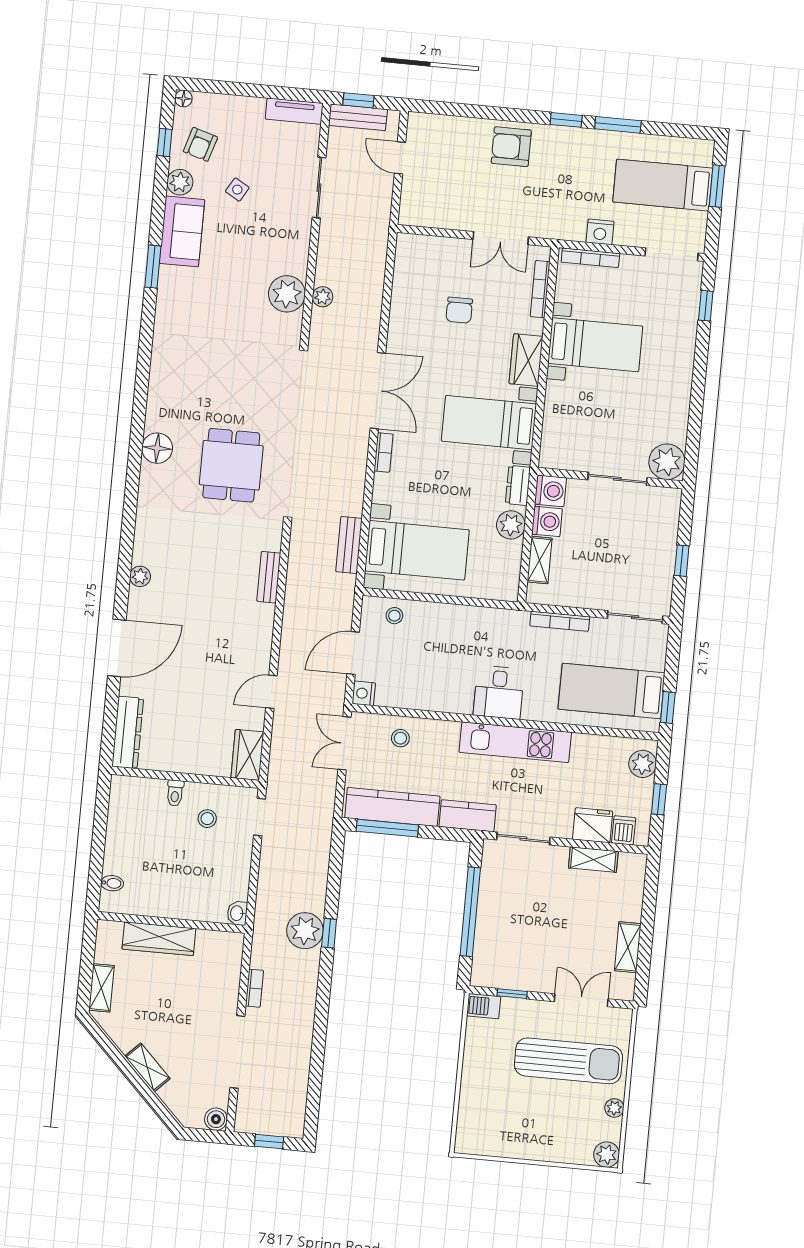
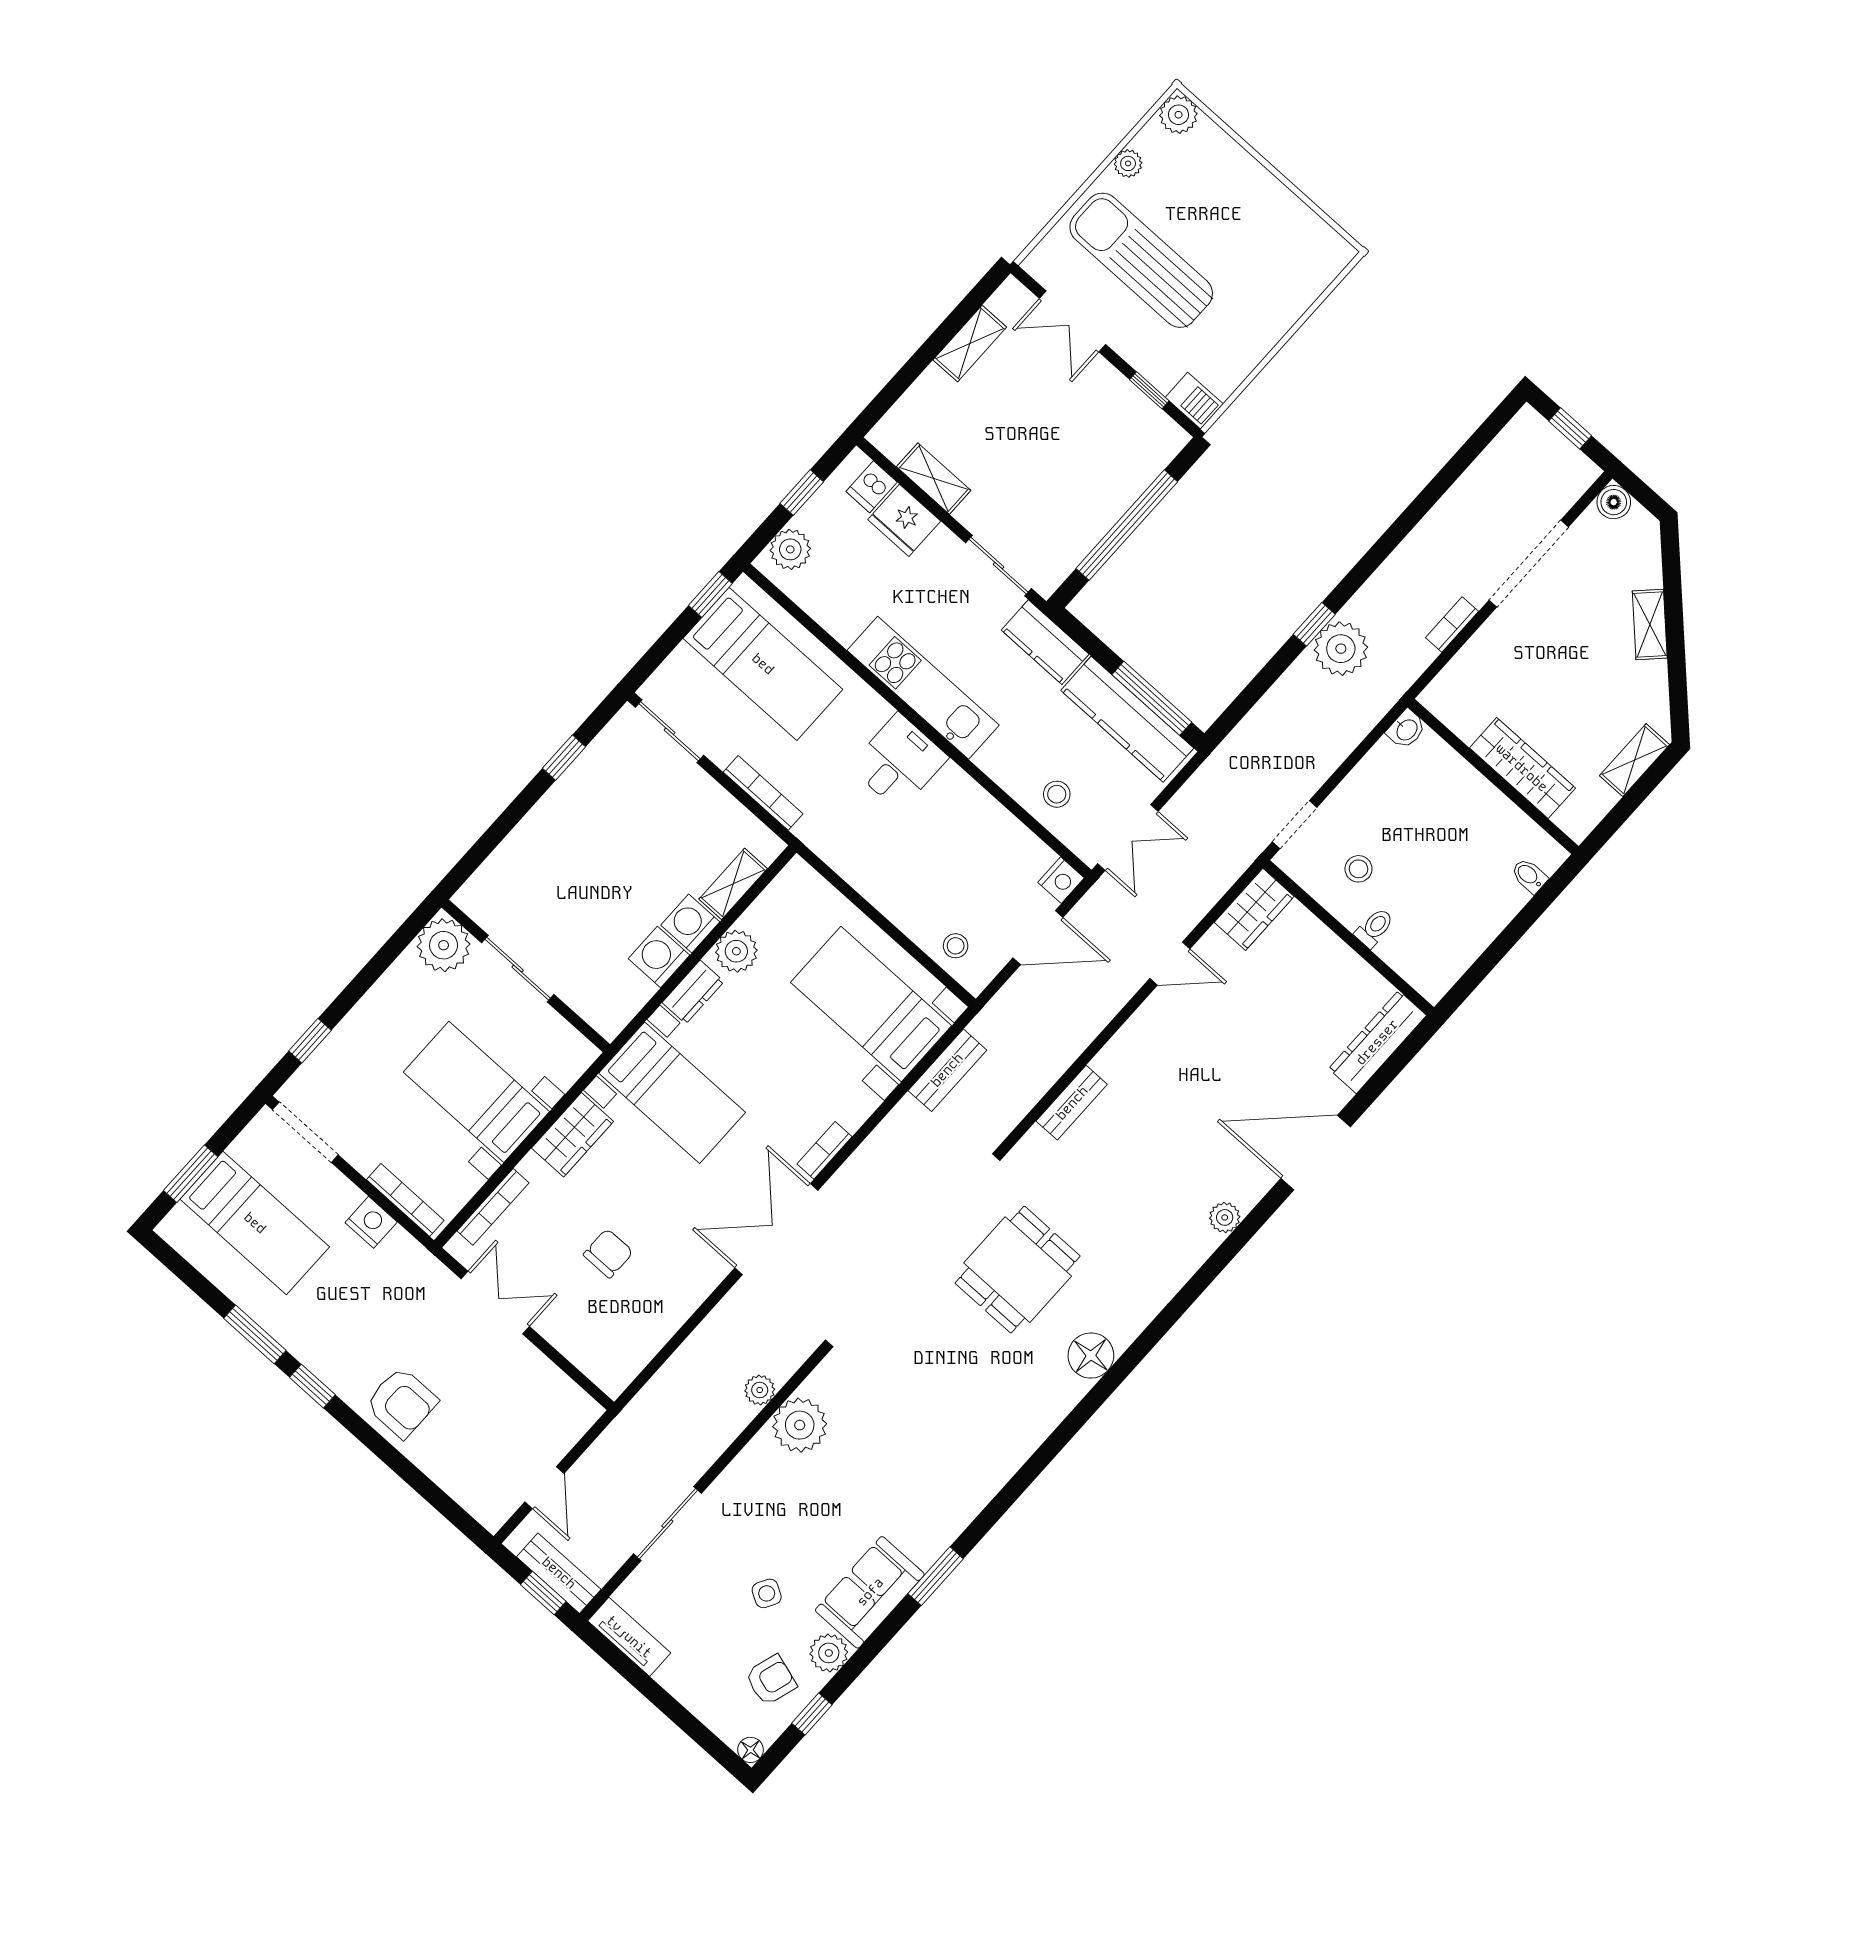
plant: (667, 462) -> (444, 945), moved
wall: (610, 478) -> (526, 976), moved
sliding door: (617, 479) -> (518, 969), moved

